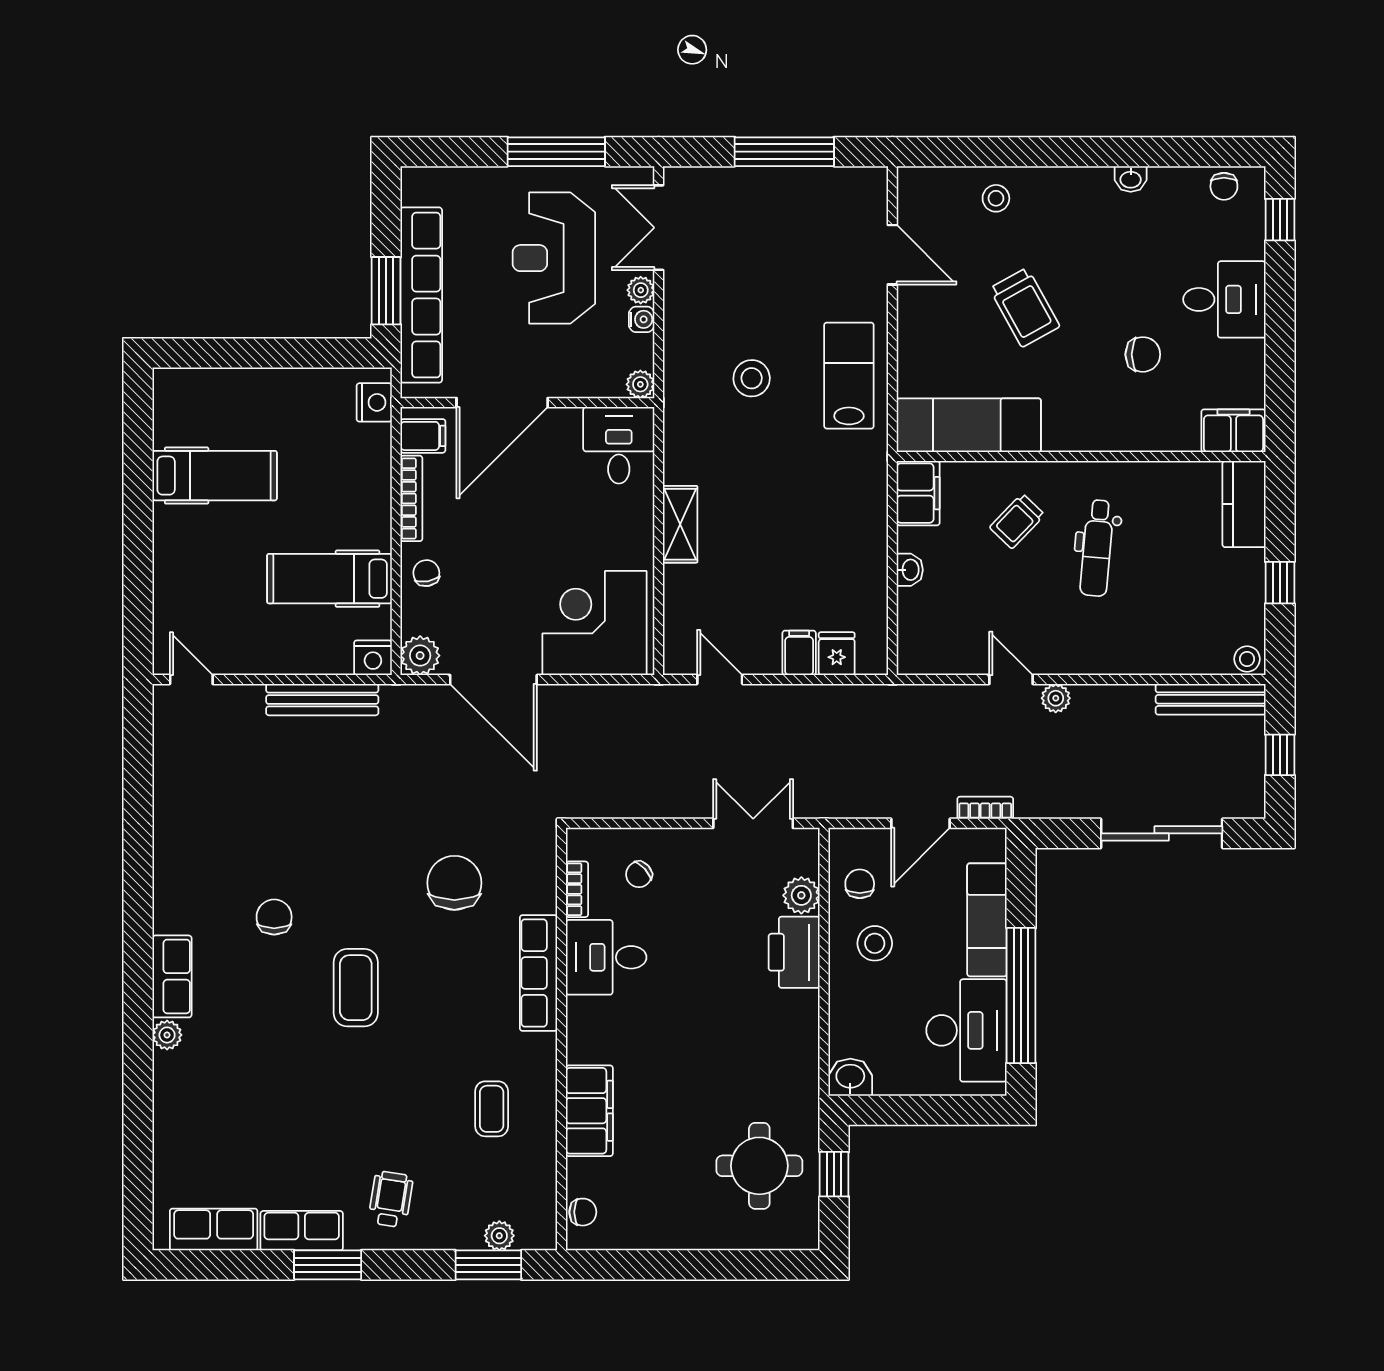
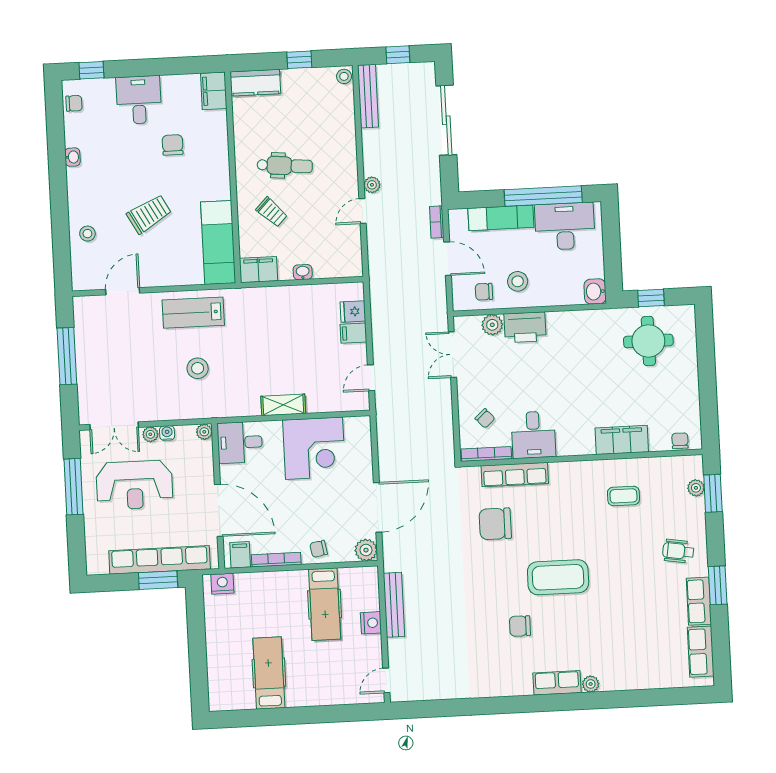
corner desk: (594, 623) -> (314, 448), moved, turned -90
nightstand: (373, 658) -> (371, 623), moved
bookcase: (577, 889) -> (486, 454), width x1.56
row of seats: (539, 973) -> (515, 475), moved
coffee table: (356, 988) -> (558, 577), width x1.36, depth x1.32

